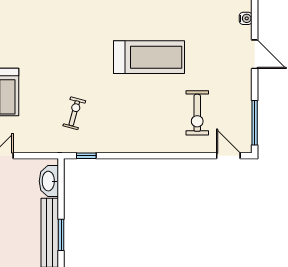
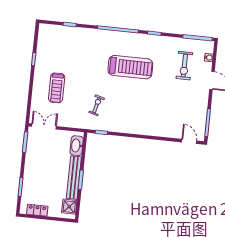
treadmill: (149, 57) -> (130, 67), moved
exercise bike: (197, 113) -> (184, 66), moved

